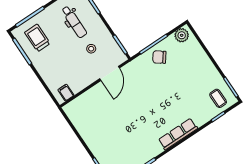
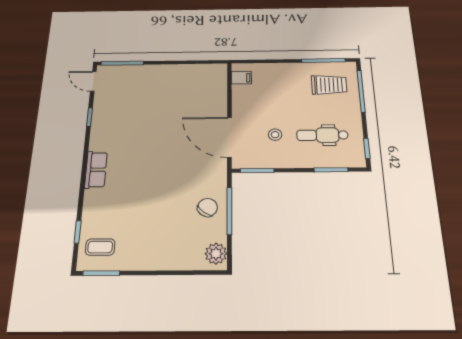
door: (110, 73) -> (229, 137), width x1.36
row of seats: (178, 134) -> (96, 170), width x0.68

